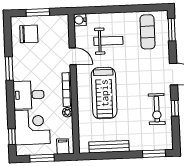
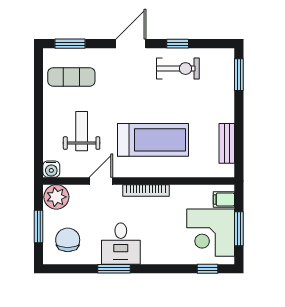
desk: (29, 95) -> (121, 244), moved
plant: (67, 112) -> (56, 197), moved, width x1.87, depth x1.87
corner desk: (32, 127) -> (211, 233), moved, turned -90
bench: (109, 147) -> (227, 143), width x0.73

